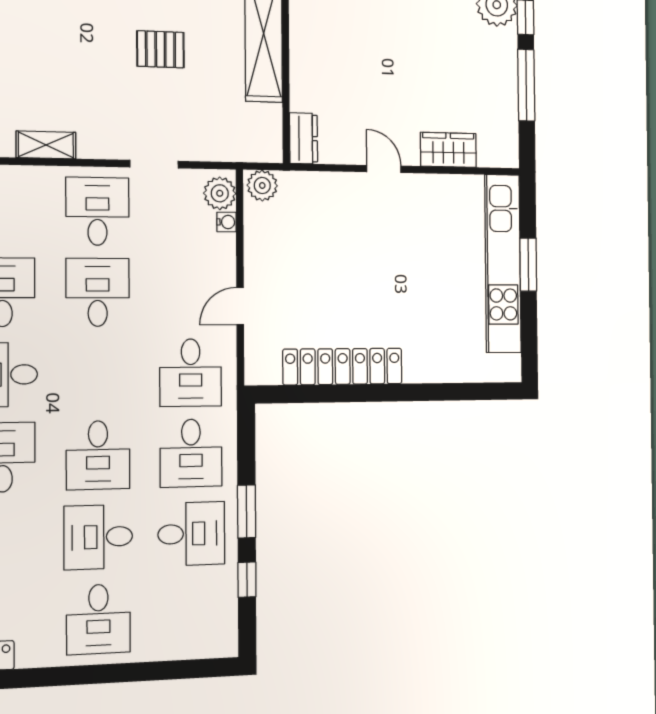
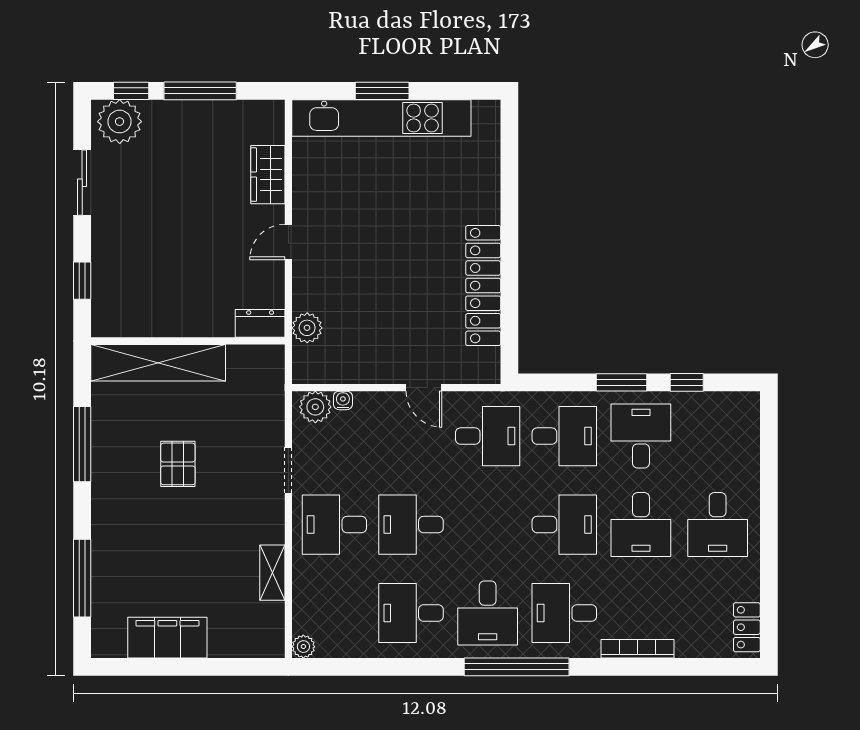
plant: (262, 185) -> (307, 328), moved
desk: (98, 619) -> (718, 525), turned 90

